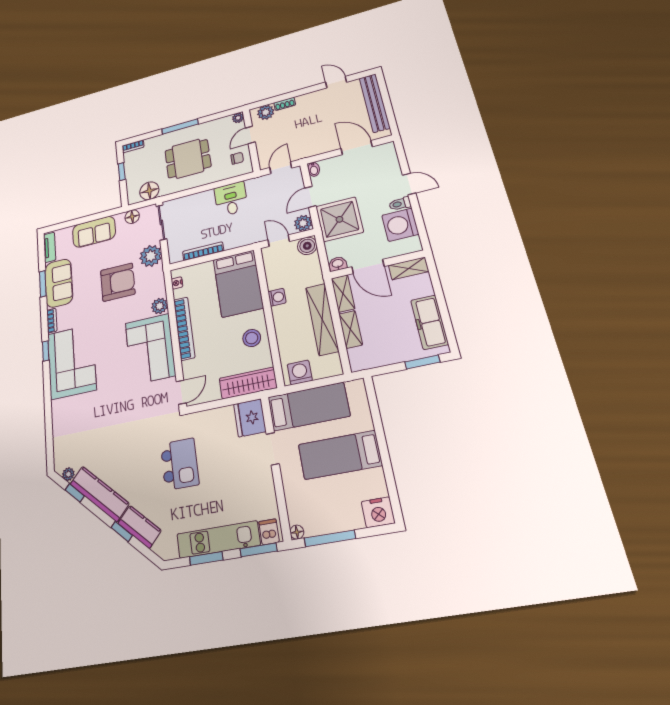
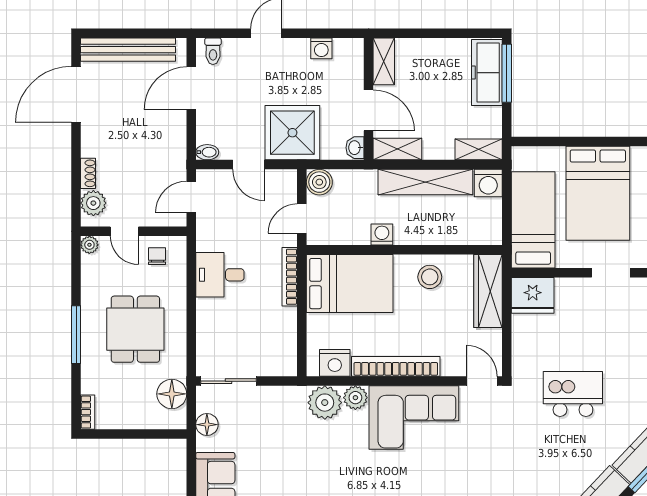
door: (336, 82) -> (76, 94), width x1.88
door: (281, 168) -> (191, 197), hinge flipped
window: (122, 172) -> (126, 434), removed
toilet: (400, 204) -> (213, 51), moved
plant: (303, 223) -> (285, 181), removed
washing machine: (400, 225) -> (321, 48), width x0.53, depth x0.53
bookcase: (203, 251) -> (290, 277), moved
plant: (151, 256) -> (325, 403), moved
door: (368, 267) -> (369, 110), hinge flipped
armchair: (118, 282) -> (305, 456), removed
nightstand: (177, 283) -> (335, 363), width x1.89, depth x1.79
freezer: (429, 322) -> (487, 73), moved, turned 90
shelving: (351, 329) -> (479, 149), moved
window: (422, 362) -> (507, 73), width x1.44
washing machine: (300, 372) -> (488, 183), moved, turned -90
doorway: (273, 449) -> (611, 273), moved
bed: (340, 455) -> (598, 193), width x1.50

